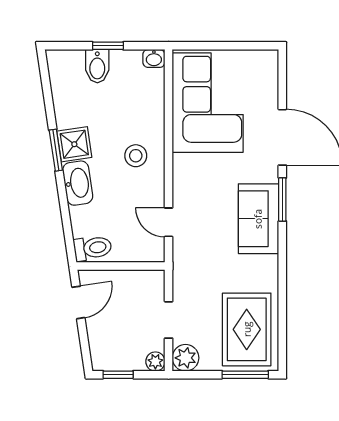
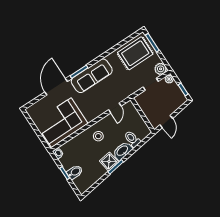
sofa: (258, 219) -> (92, 76), width x1.36
toilet: (93, 248) -> (132, 139), moved
door: (78, 302) -> (166, 122), swing flipped

